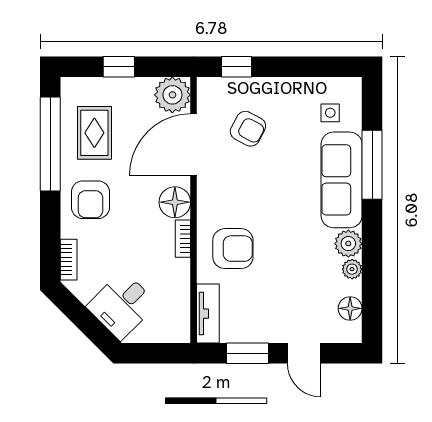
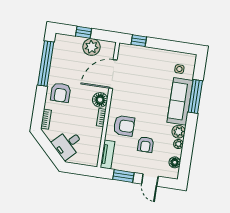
plant: (172, 95) -> (91, 47), moved
armchair: (248, 129) -> (146, 144), moved, turned 62
rug: (94, 133) -> (67, 61), removed

